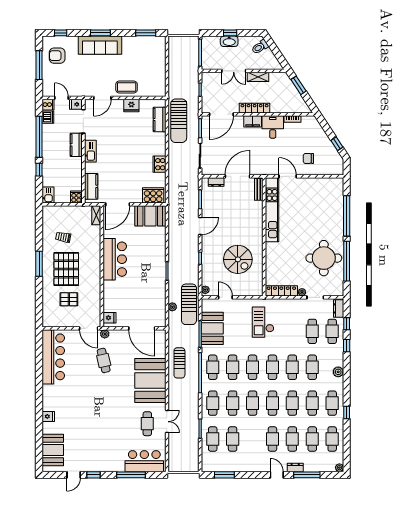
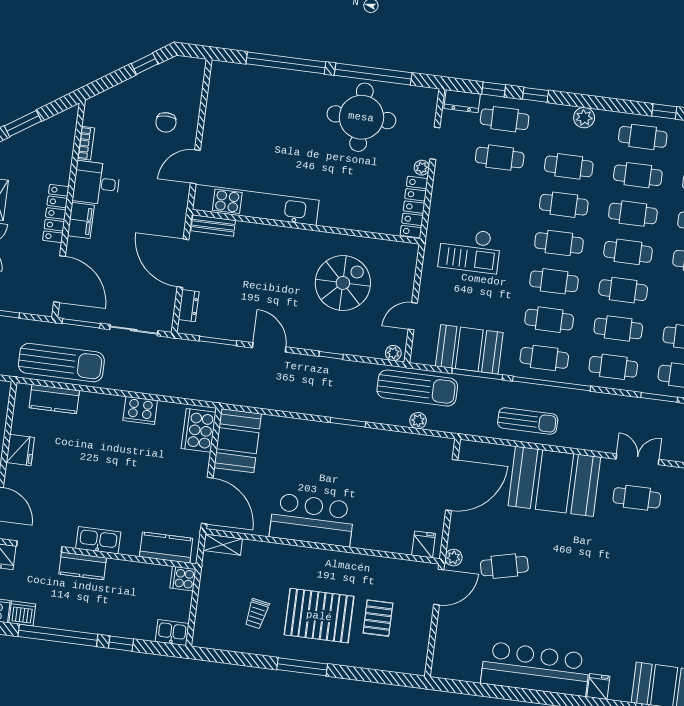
bar counter: (53, 357) -> (536, 669), moved

